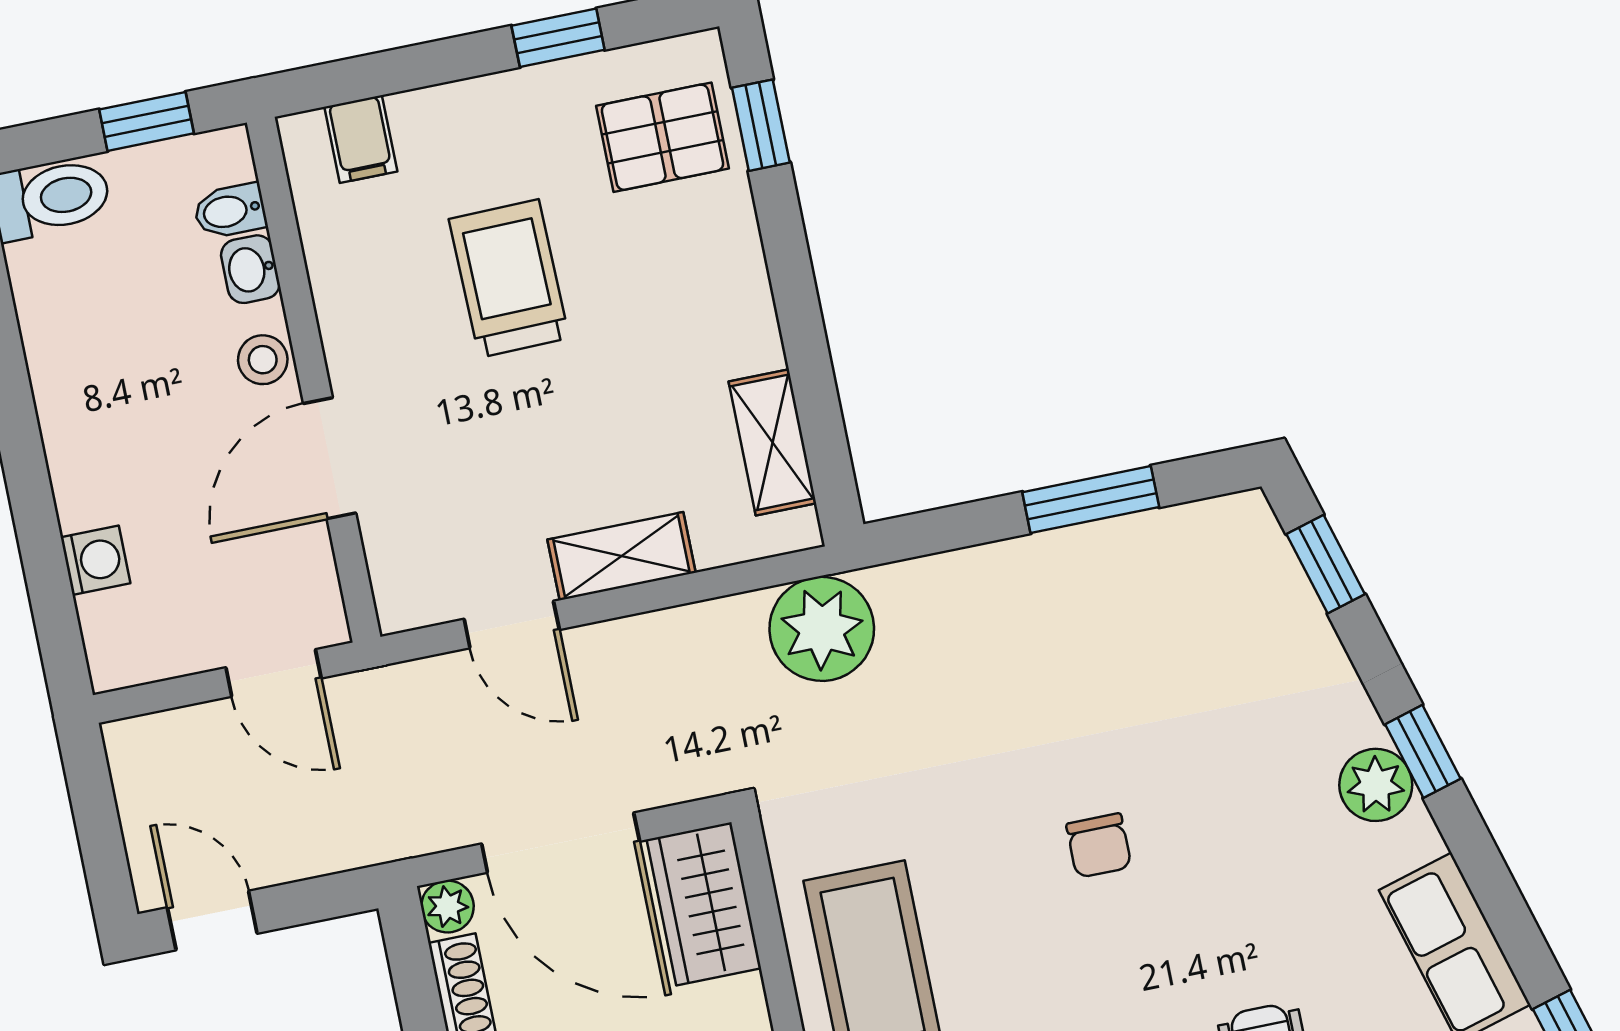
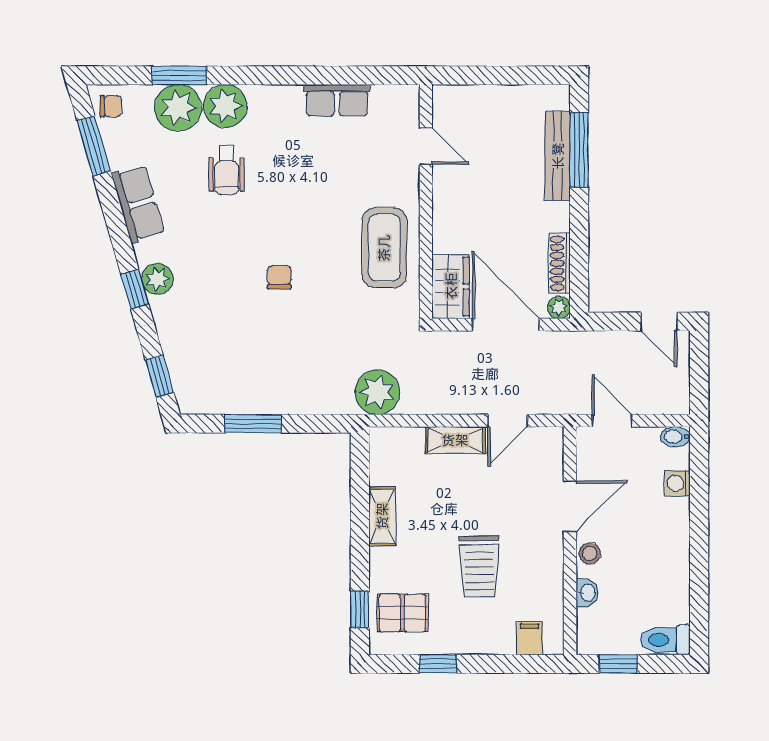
bidet: (230, 211) -> (675, 437), moved, turned 180
shelving: (772, 442) -> (382, 516), moved
door: (512, 624) -> (508, 421), swing flipped

